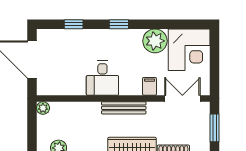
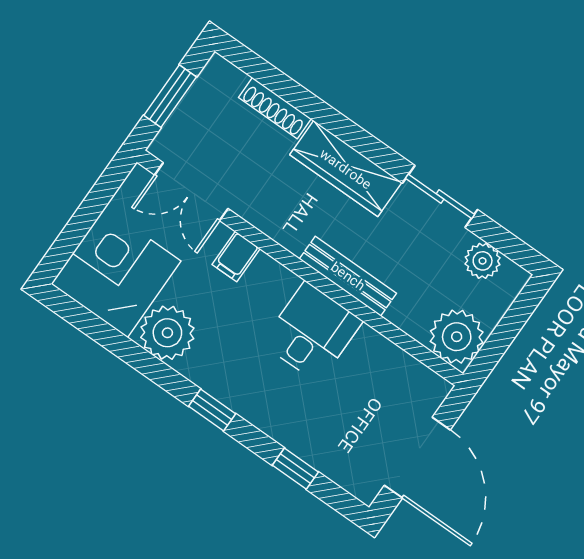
plant: (43, 108) -> (457, 337), width x1.88, depth x1.88
bench: (124, 108) -> (348, 276), moved

